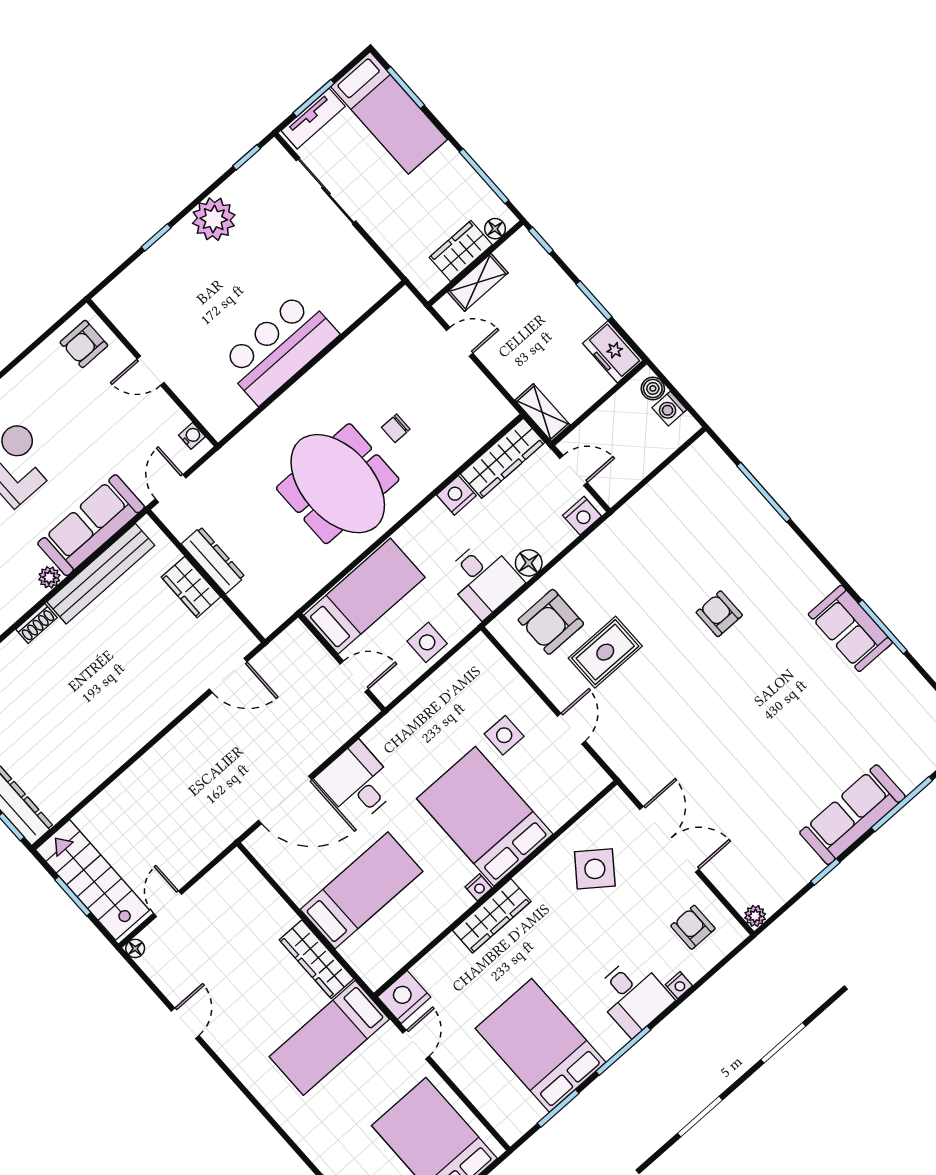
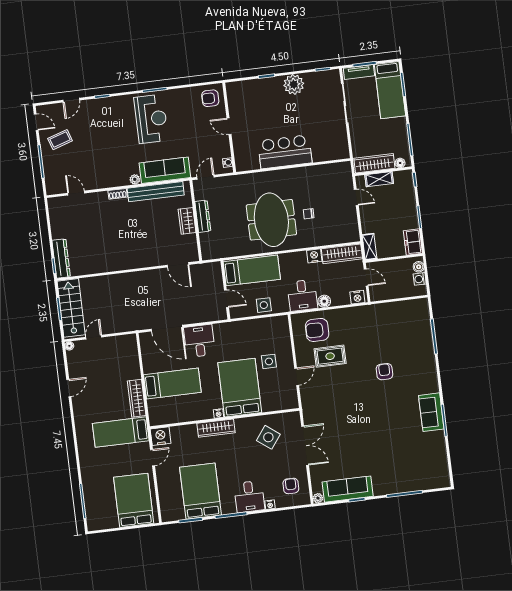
wardrobe: (461, 251) -> (374, 163), width x1.50
sofa: (852, 815) -> (348, 489), moved

